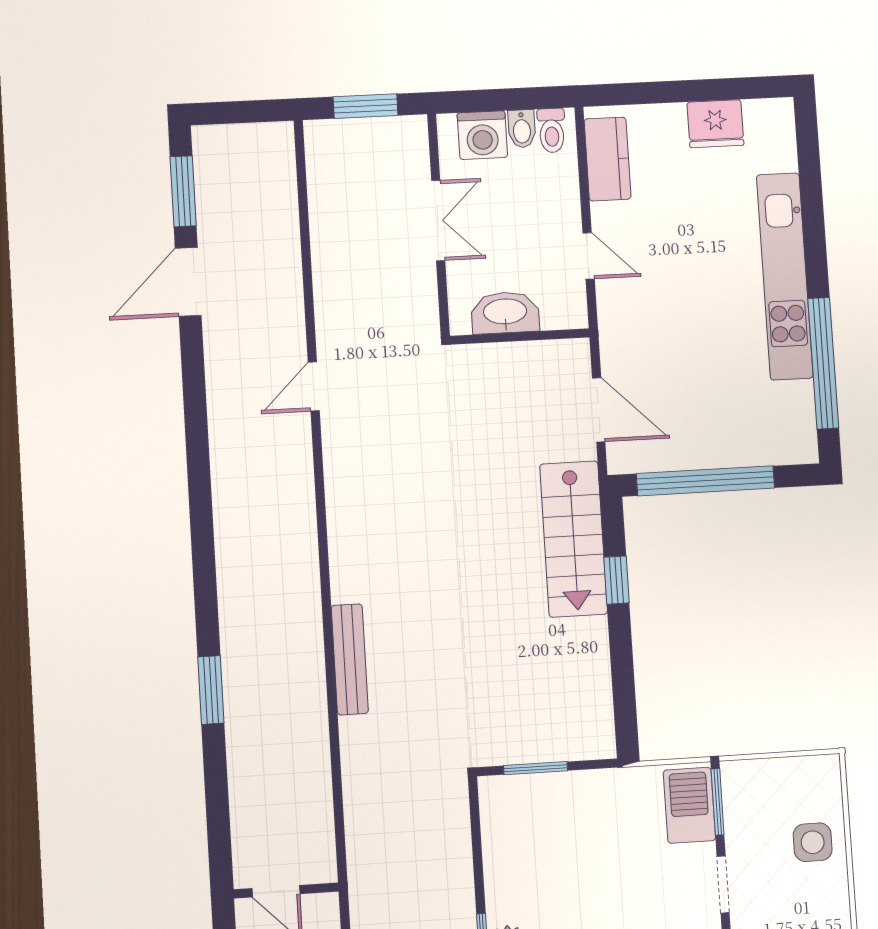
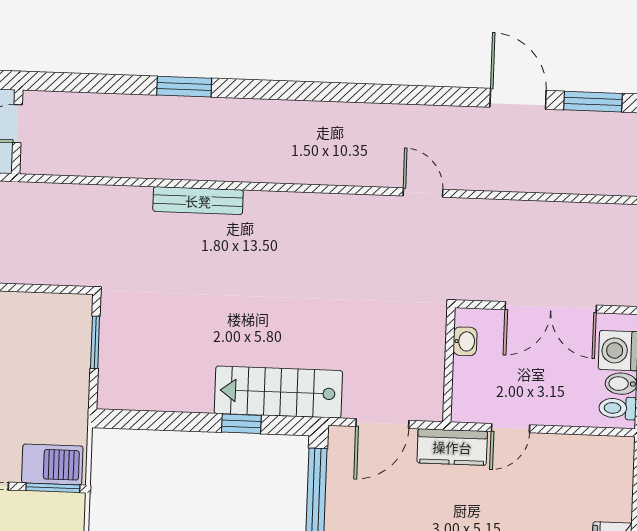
kitchen counter: (608, 159) -> (452, 447), moved
double door: (438, 220) -> (551, 307), width x1.37
washbasin: (505, 313) -> (465, 341), width x0.52, depth x0.69

